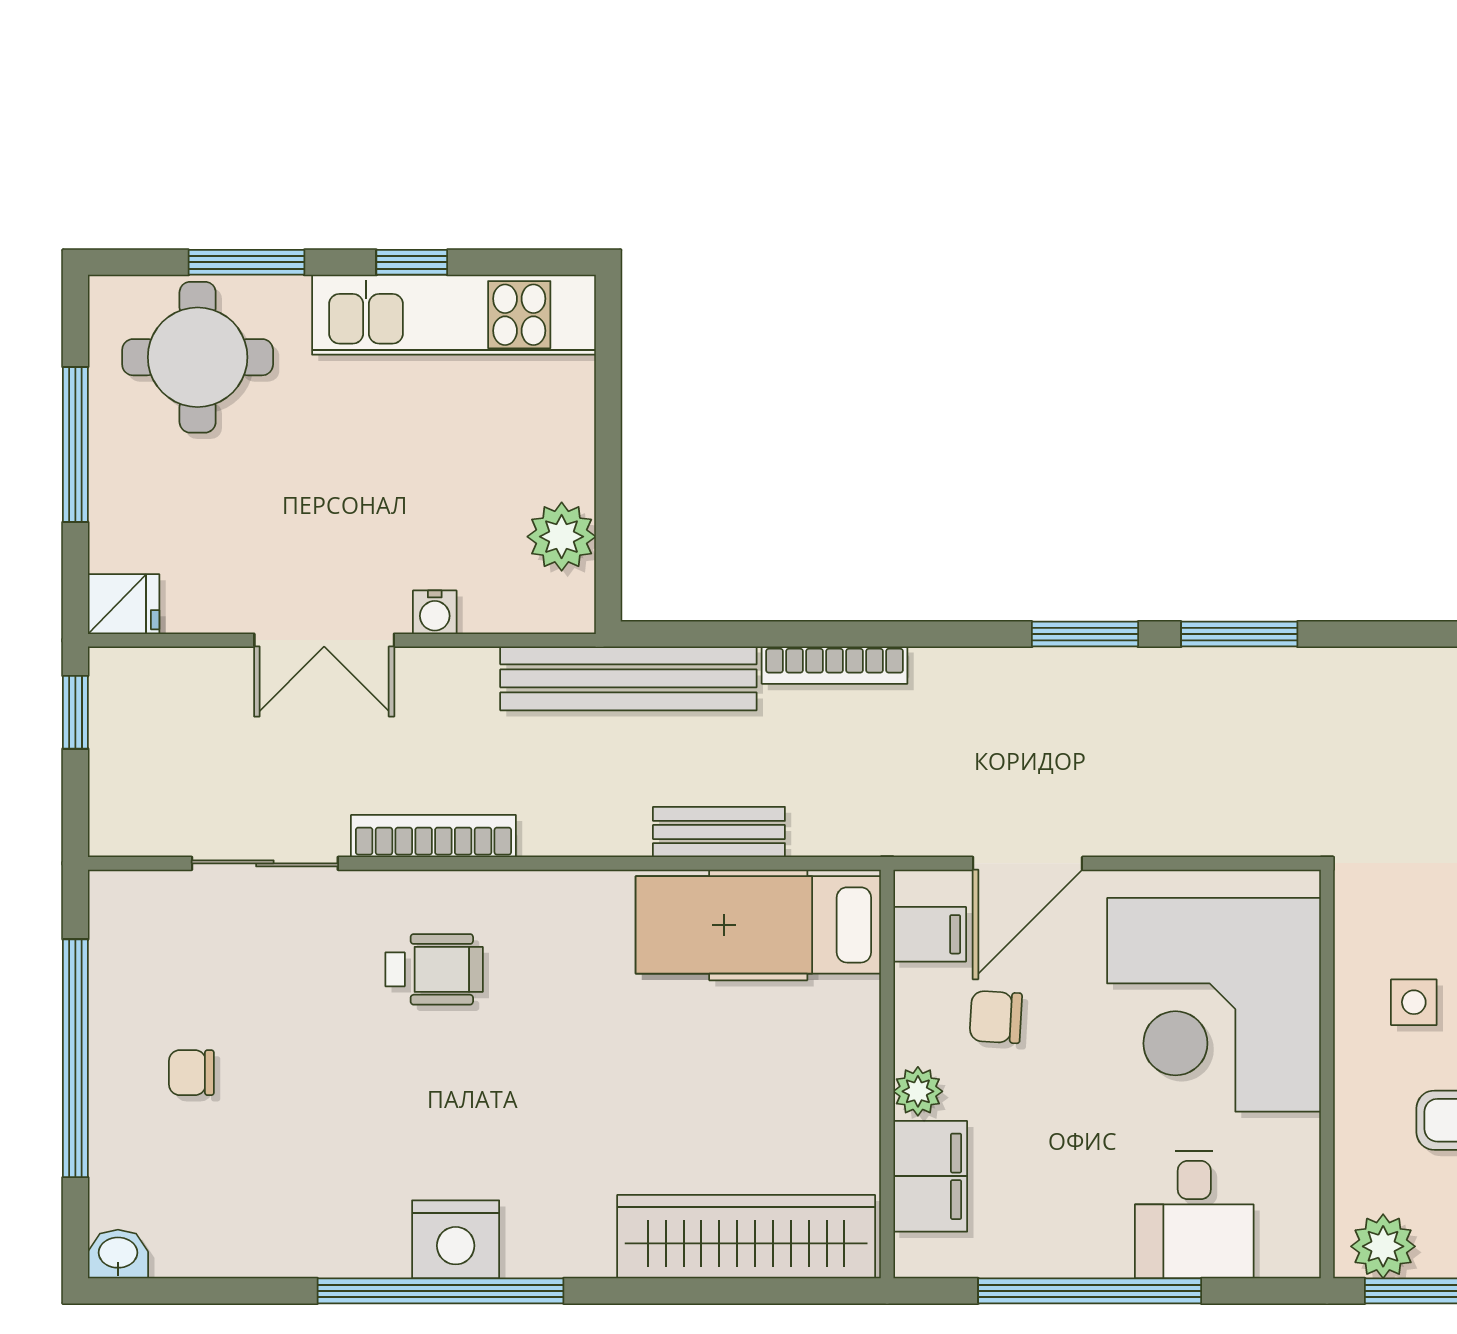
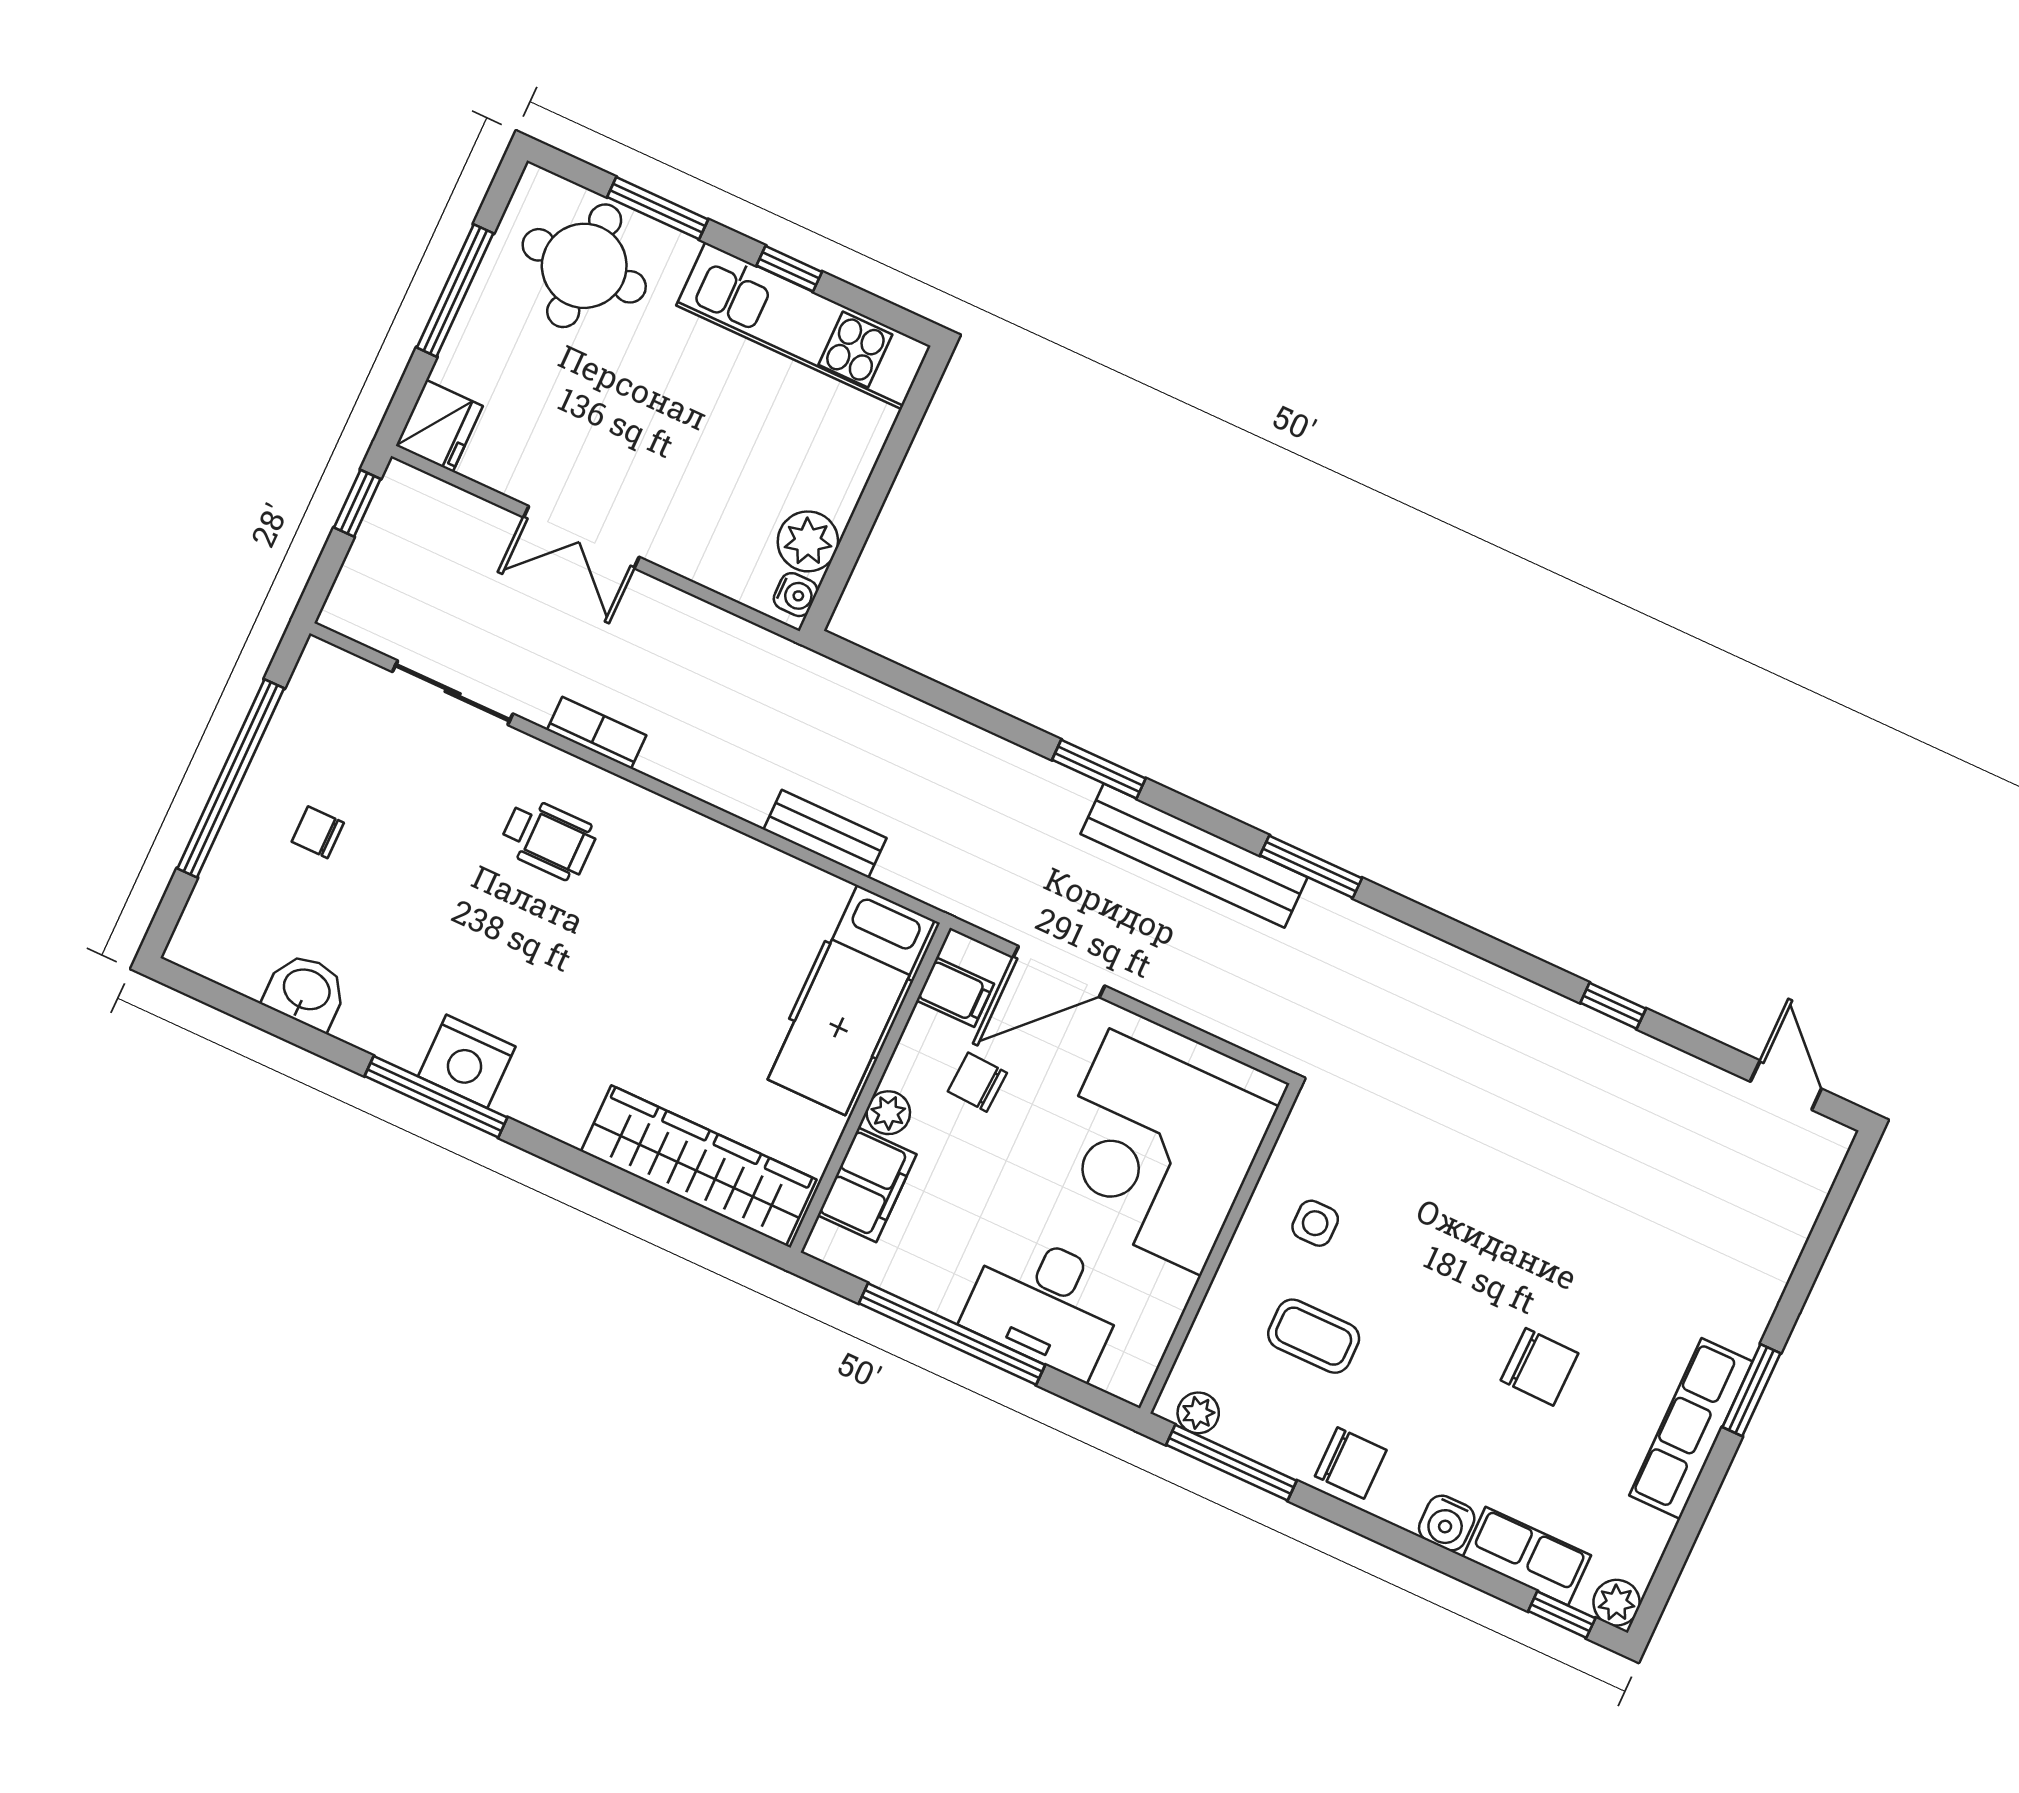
fridge: (124, 604) -> (439, 426), width x1.38
water cooler: (435, 612) -> (796, 595), moved, turned -90
window: (1085, 634) -> (1099, 769), moved
bookcase: (835, 665) -> (978, 743), removed
bench: (628, 678) -> (1194, 856), moved
bookcase: (433, 836) -> (597, 733), width x0.64
hospital bed: (758, 925) -> (851, 1000), moved, turned -90
desk: (1194, 1215) -> (1045, 1304), width x1.37
plant: (1383, 1246) -> (1198, 1413), width x0.73, depth x0.73
washbasin: (118, 1254) -> (306, 991), moved, width x1.38, depth x1.45
window: (441, 1291) -> (436, 1097), width x0.68

